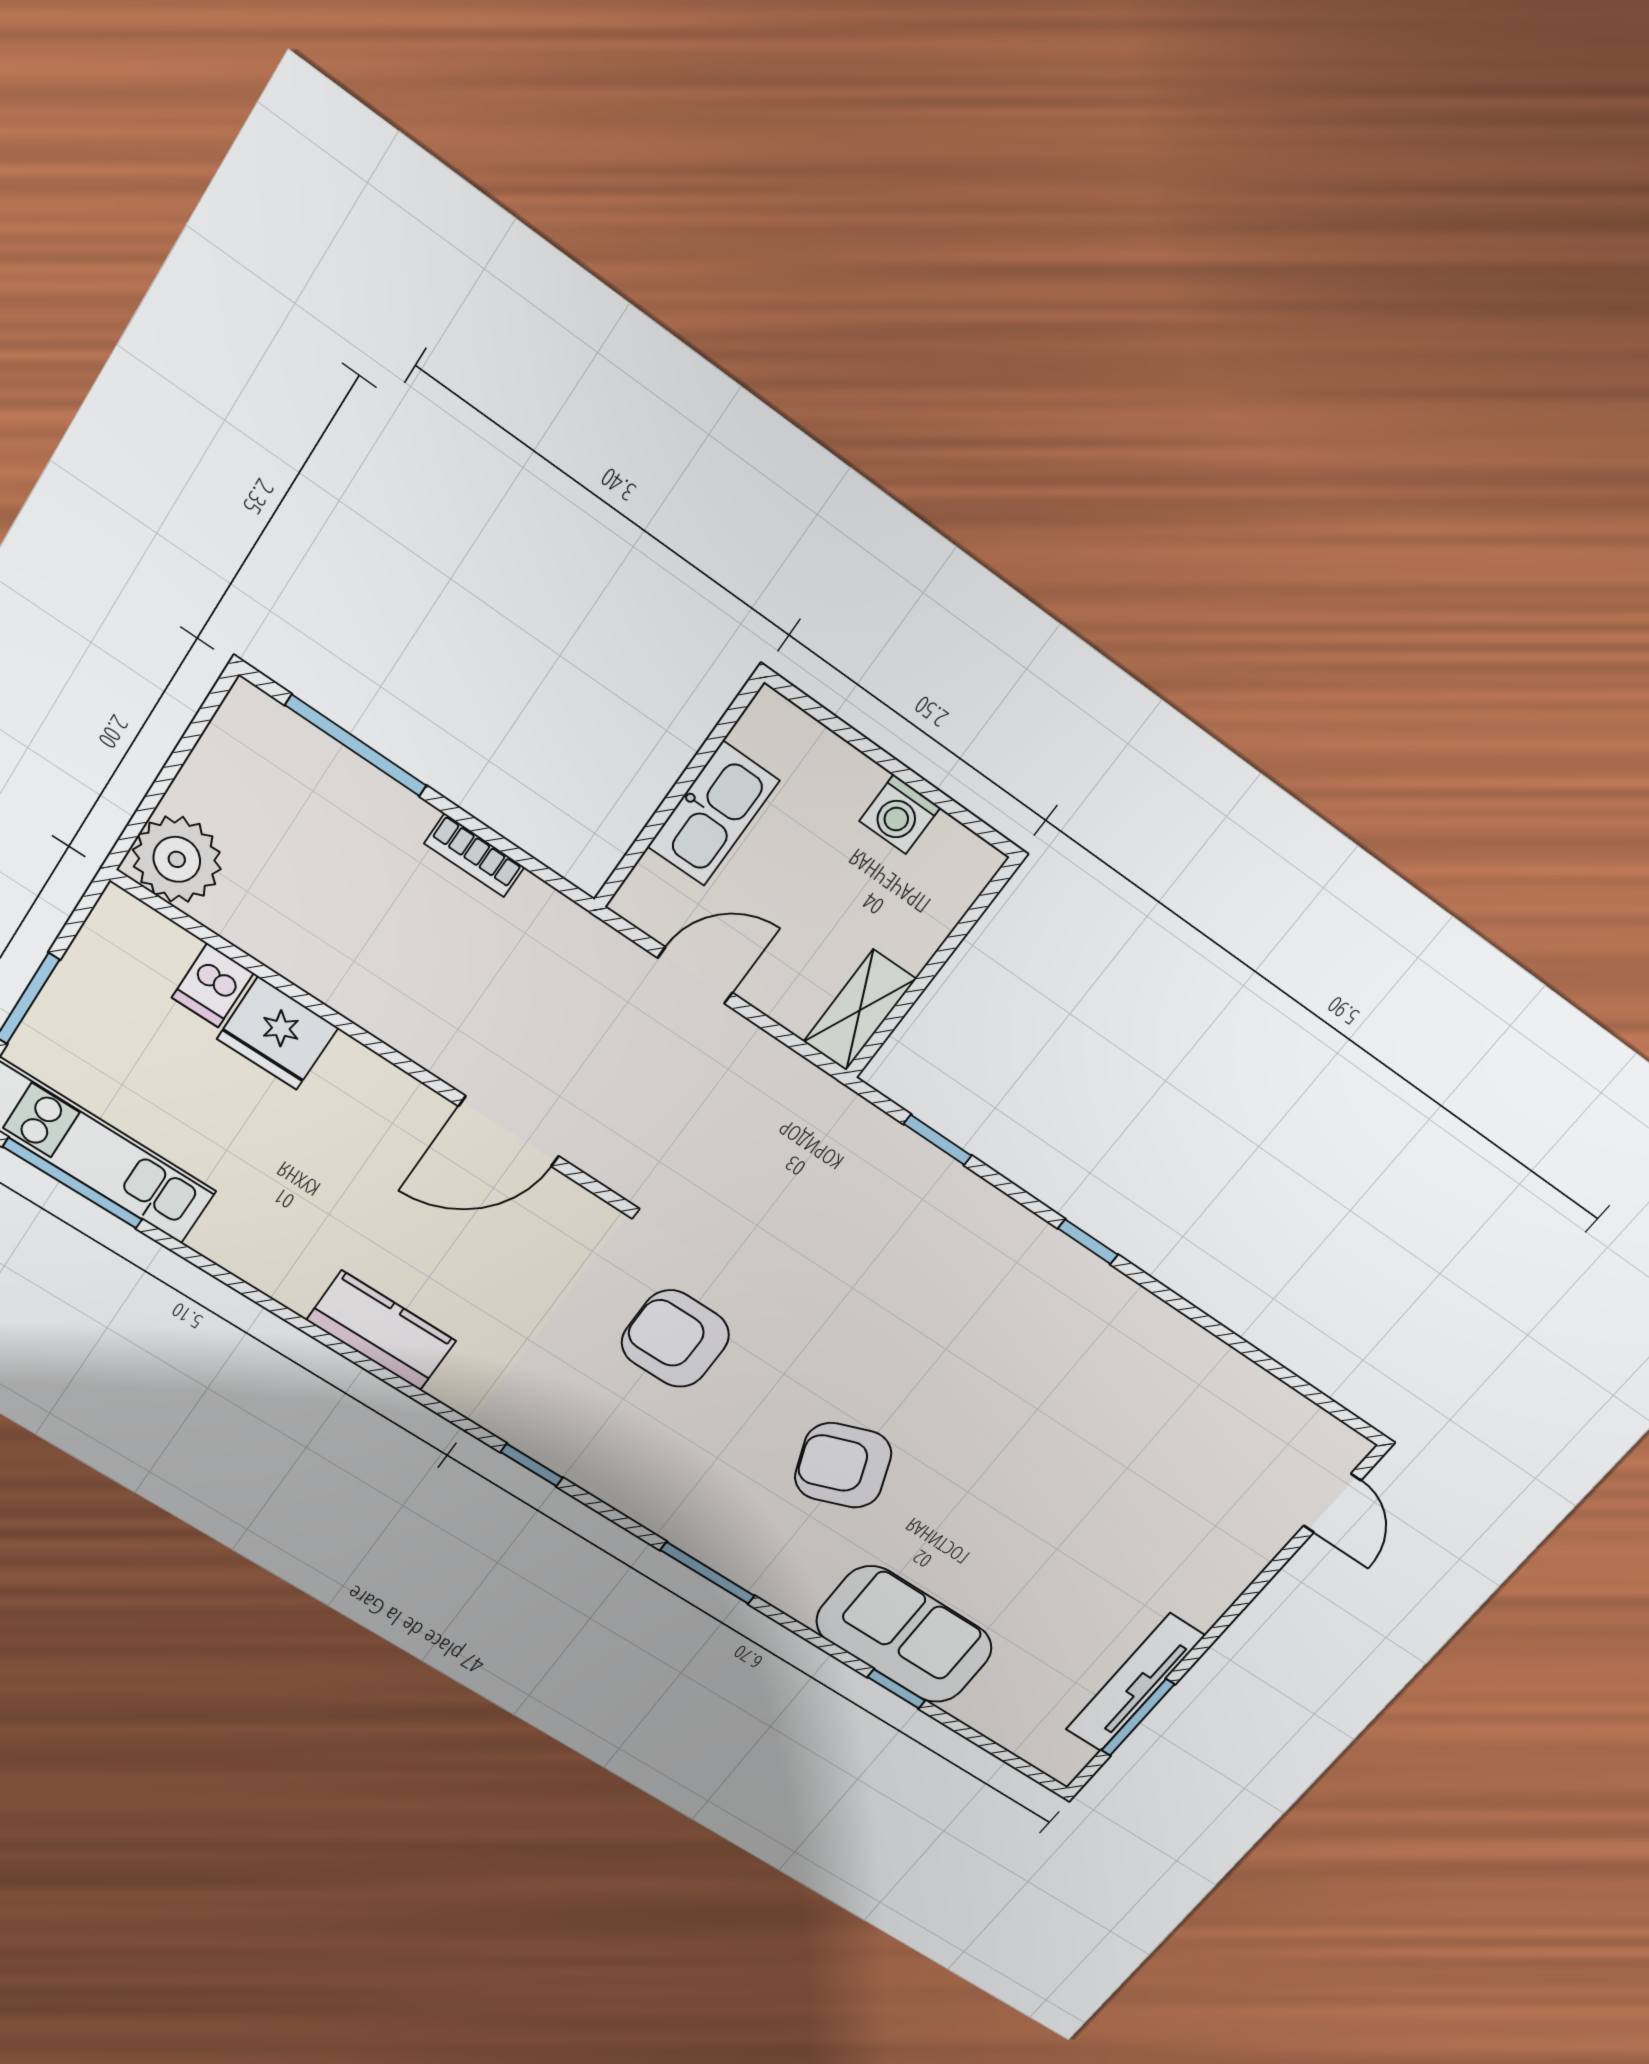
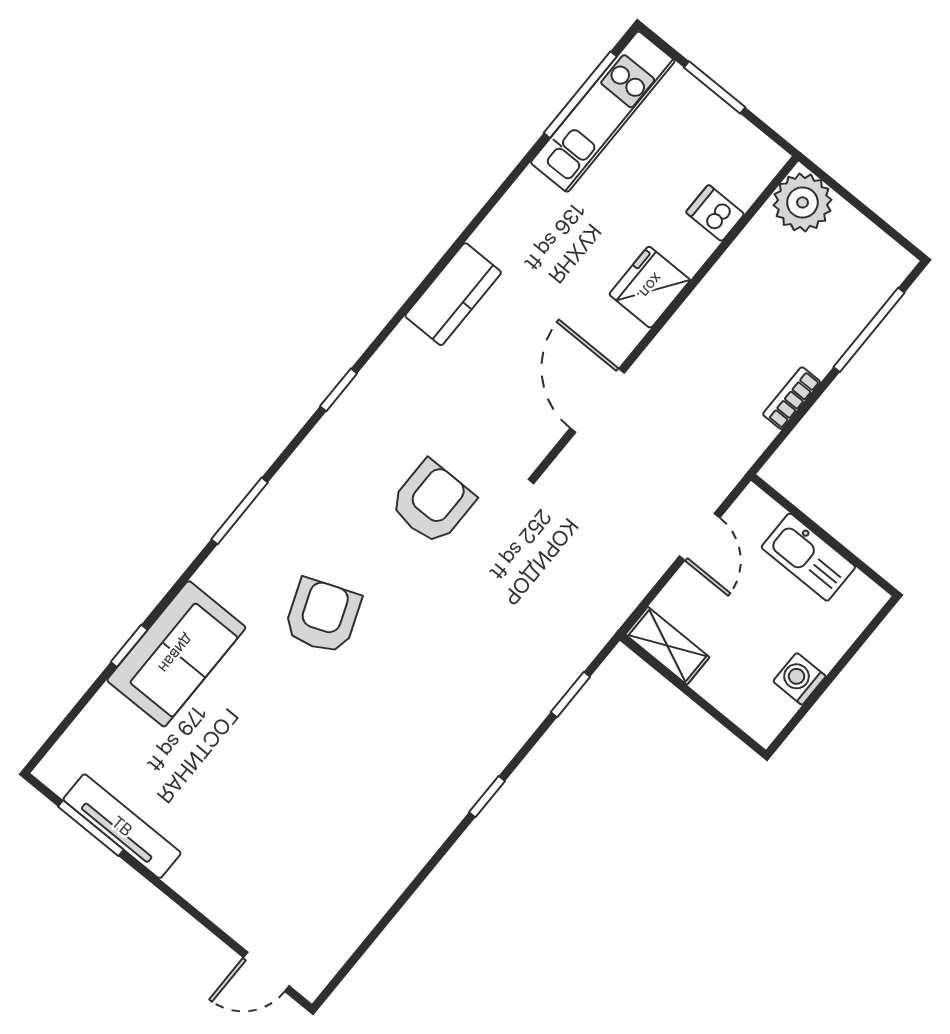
fridge: (277, 1033) -> (650, 287), moved

